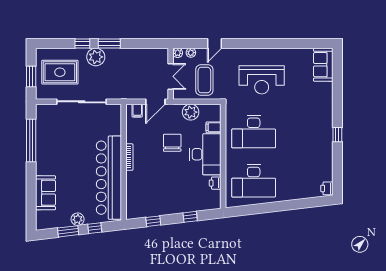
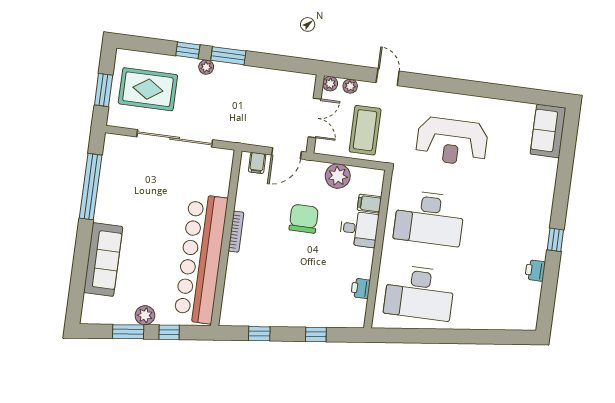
door: (214, 43) -> (388, 77), swing flipped
plant: (96, 57) -> (206, 67), width x0.53, depth x0.53
desk: (205, 154) -> (359, 229), width x0.53, depth x0.77
printer: (327, 188) -> (535, 270), moved
sofa: (46, 193) -> (103, 260), width x1.36

